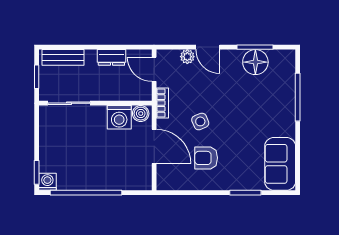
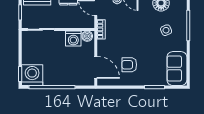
side table: (200, 121) -> (166, 30), moved
door: (154, 146) -> (96, 67), moved
washing machine: (47, 182) -> (32, 75), width x1.89, depth x1.89

